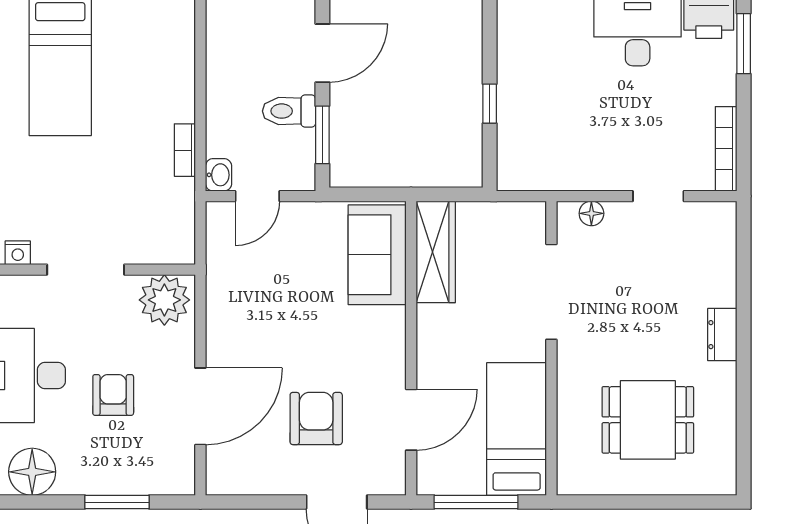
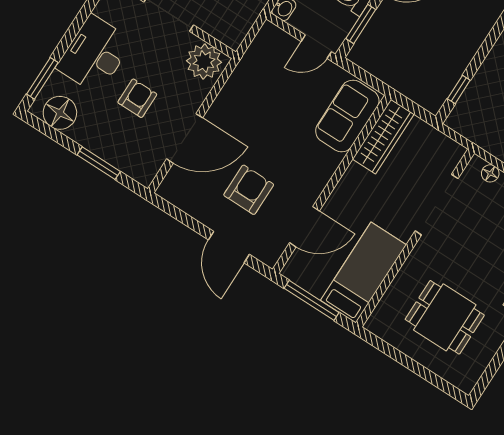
window: (490, 104) -> (459, 89), moved
door: (257, 196) -> (316, 47), moved

